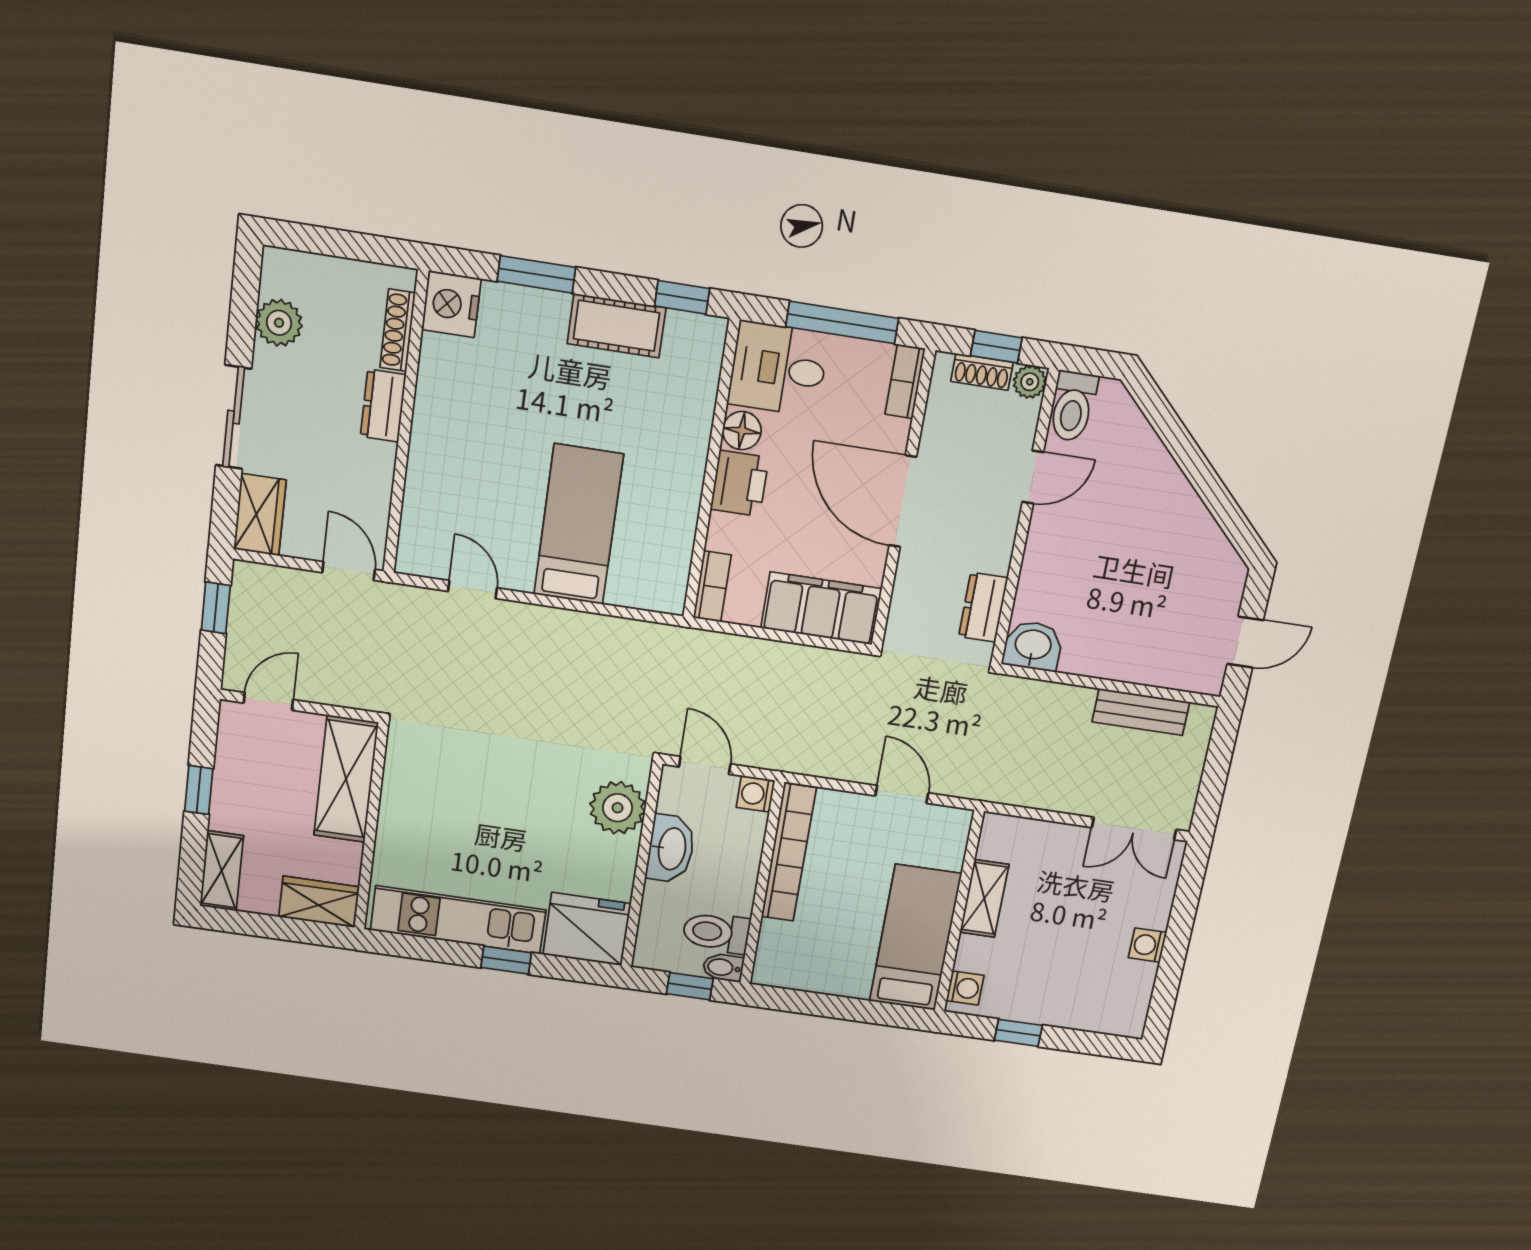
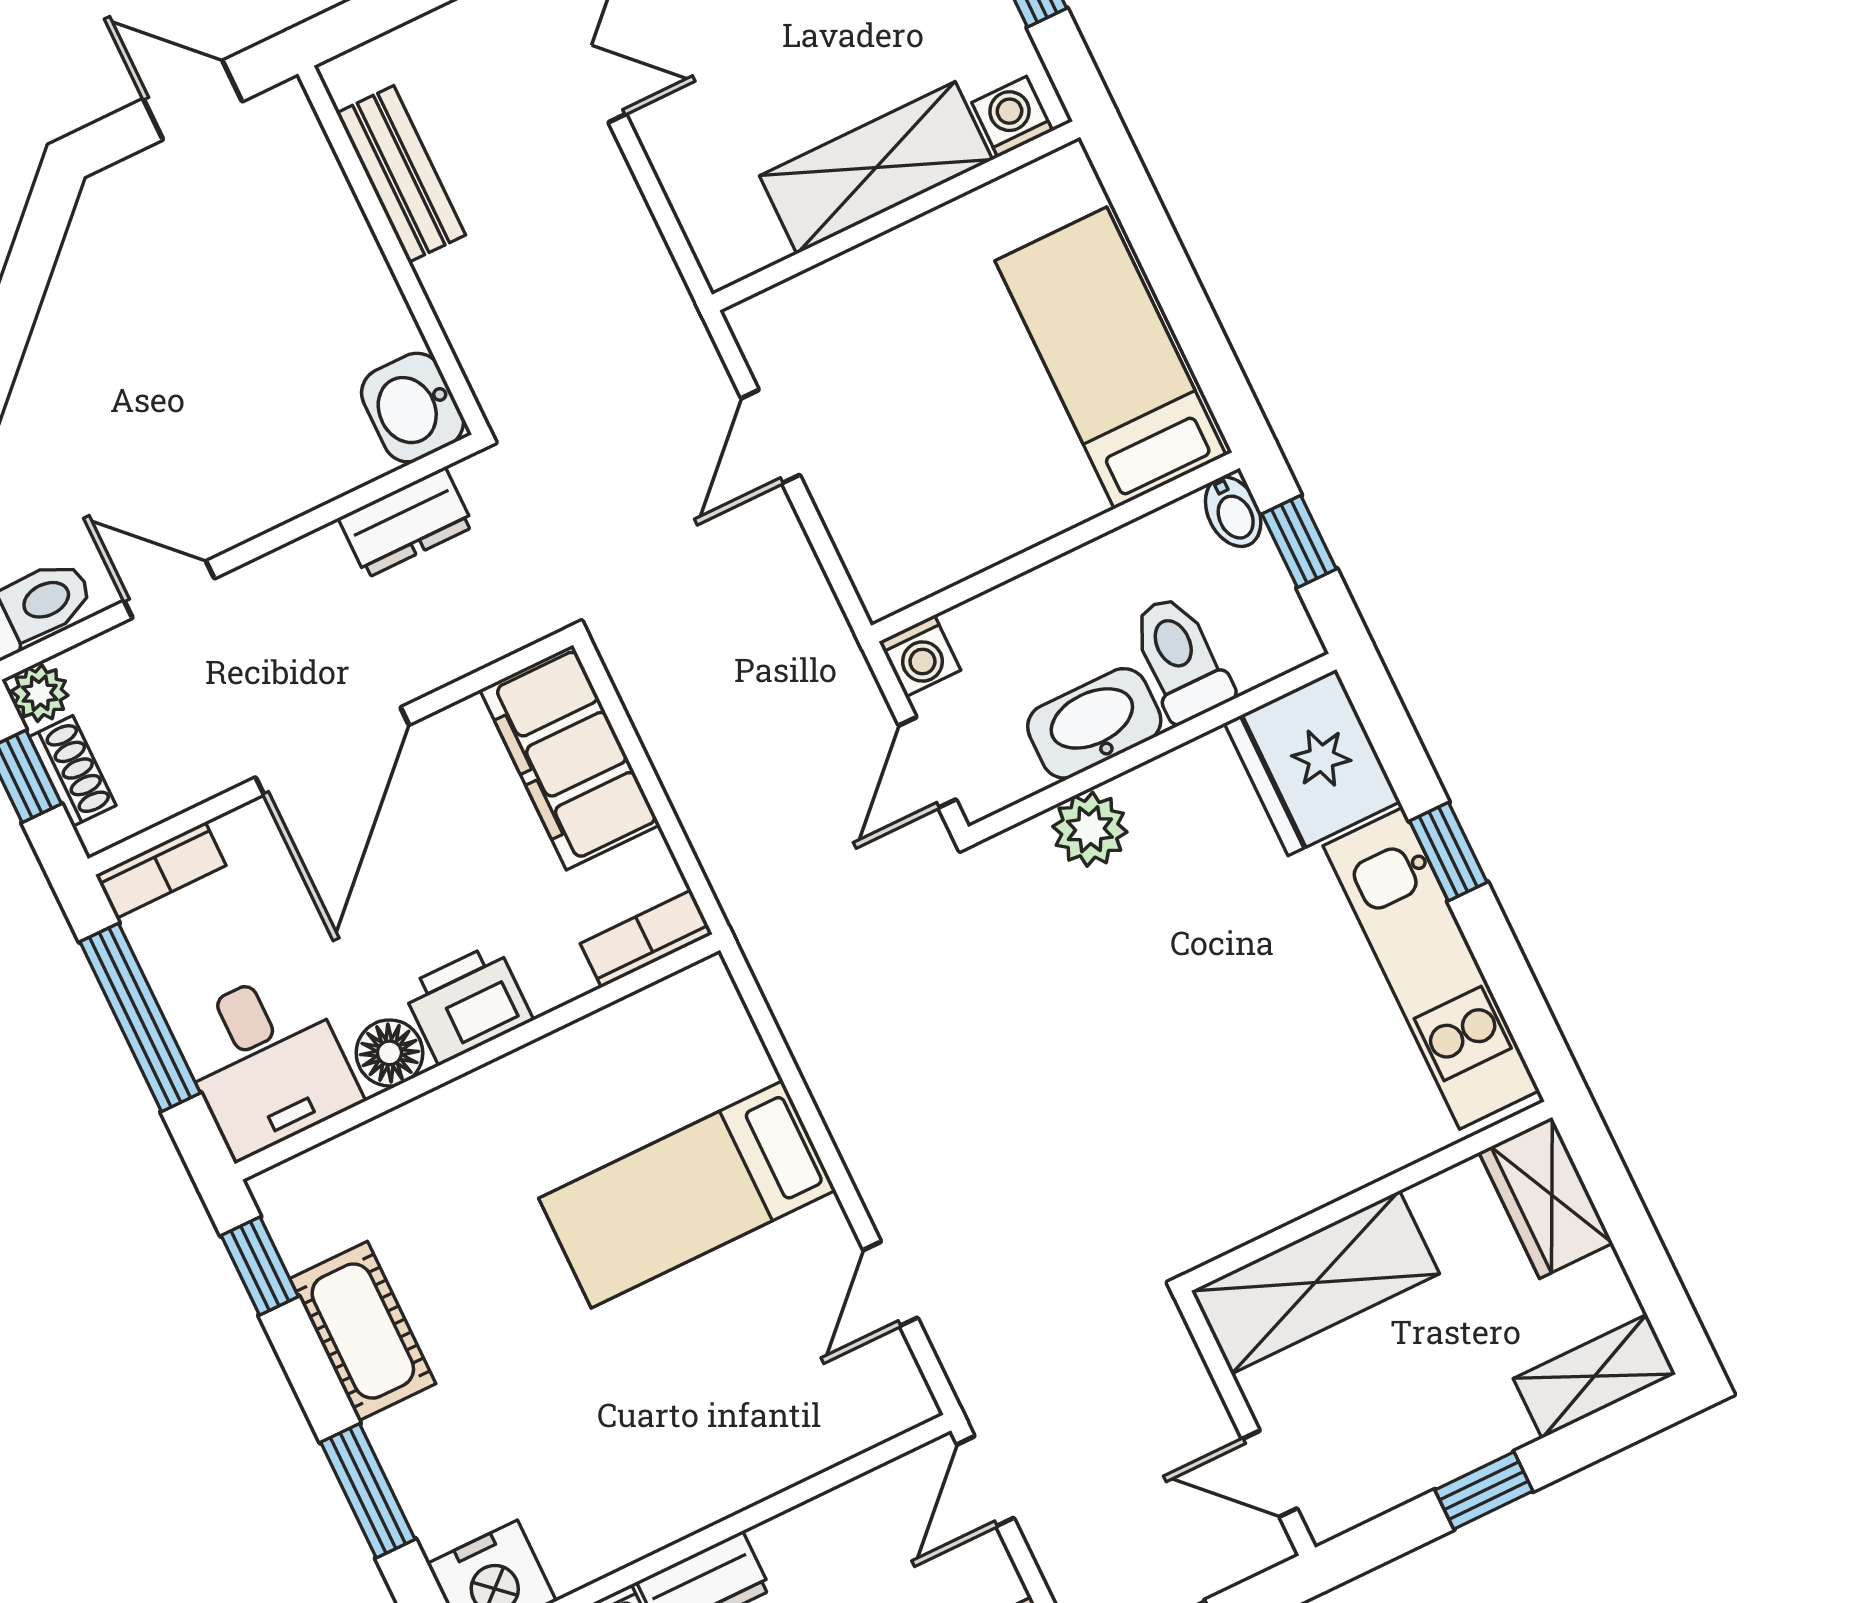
plant: (618, 808) -> (1090, 829), width x0.73, depth x0.73
bookcase: (789, 853) -> (978, 541), removed
shelving: (984, 898) -> (876, 168), width x1.50, depth x1.33
toilet: (716, 932) -> (1180, 658), moved, turned 180
bed: (915, 938) -> (1111, 358), moved, turned 90

